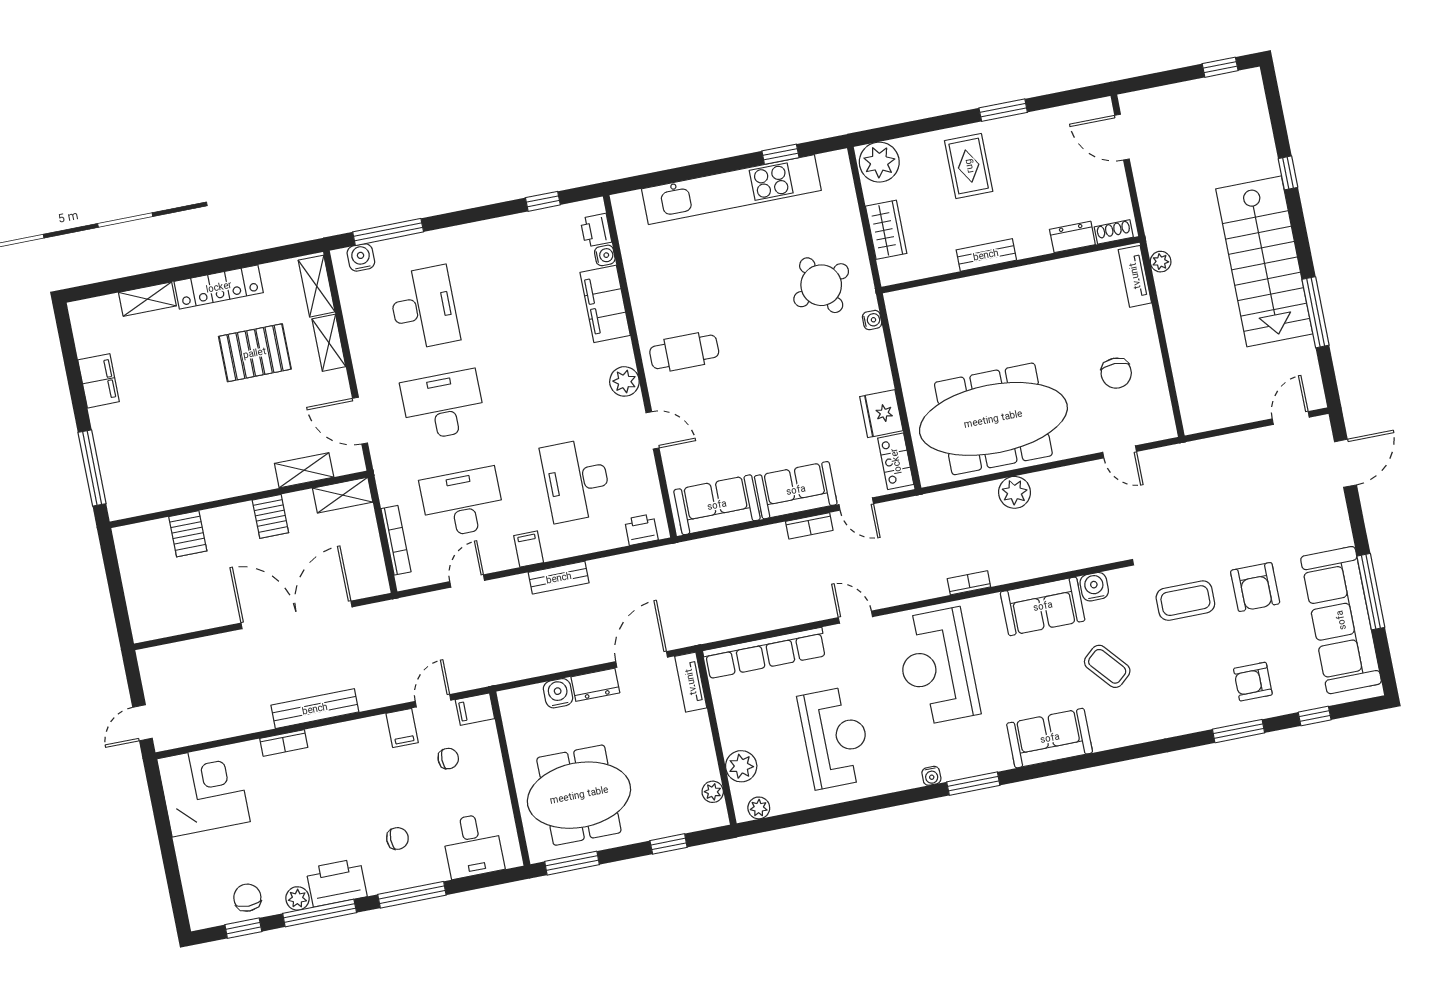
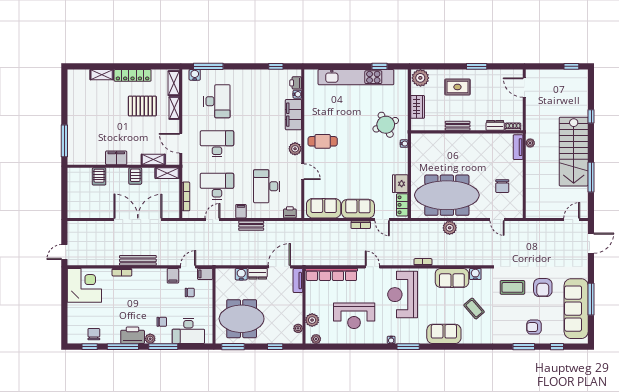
rug: (969, 166) -> (457, 87), turned 90
filing cabinet: (99, 381) -> (116, 158), moved, turned -90
reception desk: (835, 738) -> (354, 316), turned 90
desk: (473, 846) -> (188, 331), width x1.37
plant: (297, 898) -> (150, 339), moved

